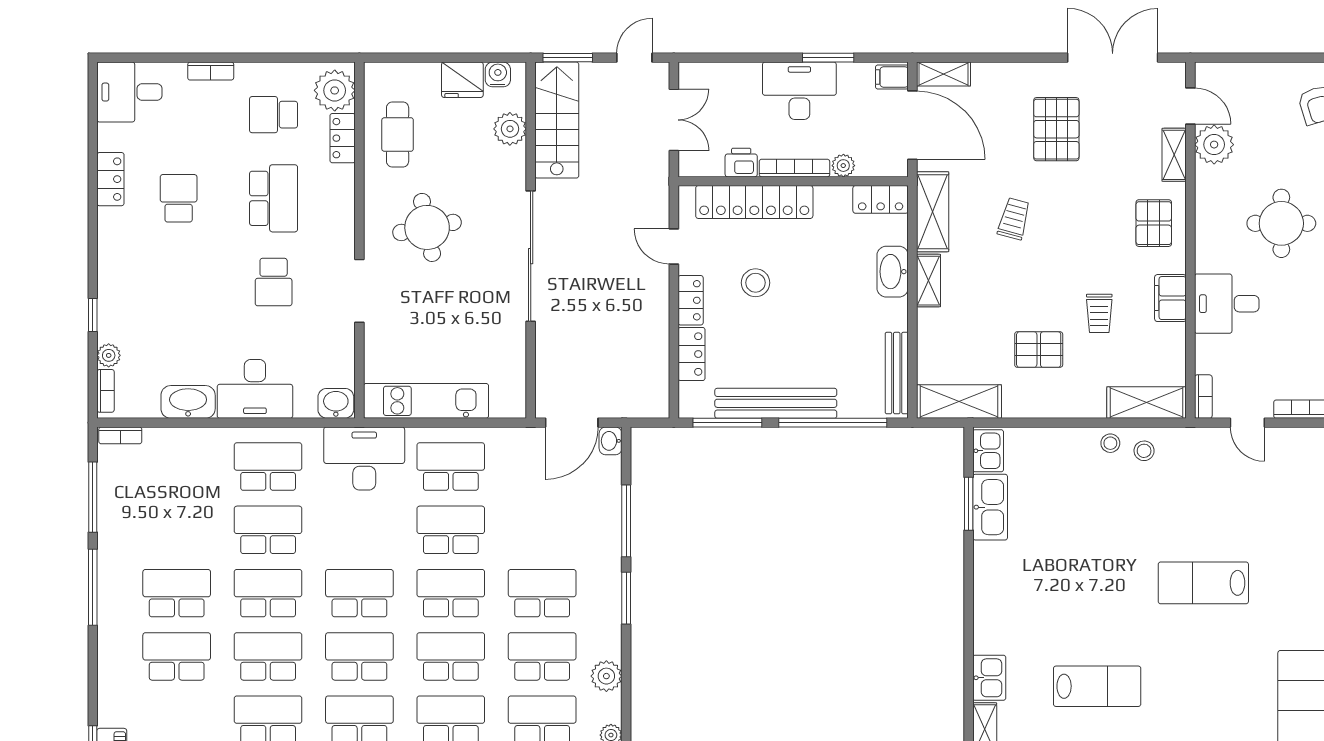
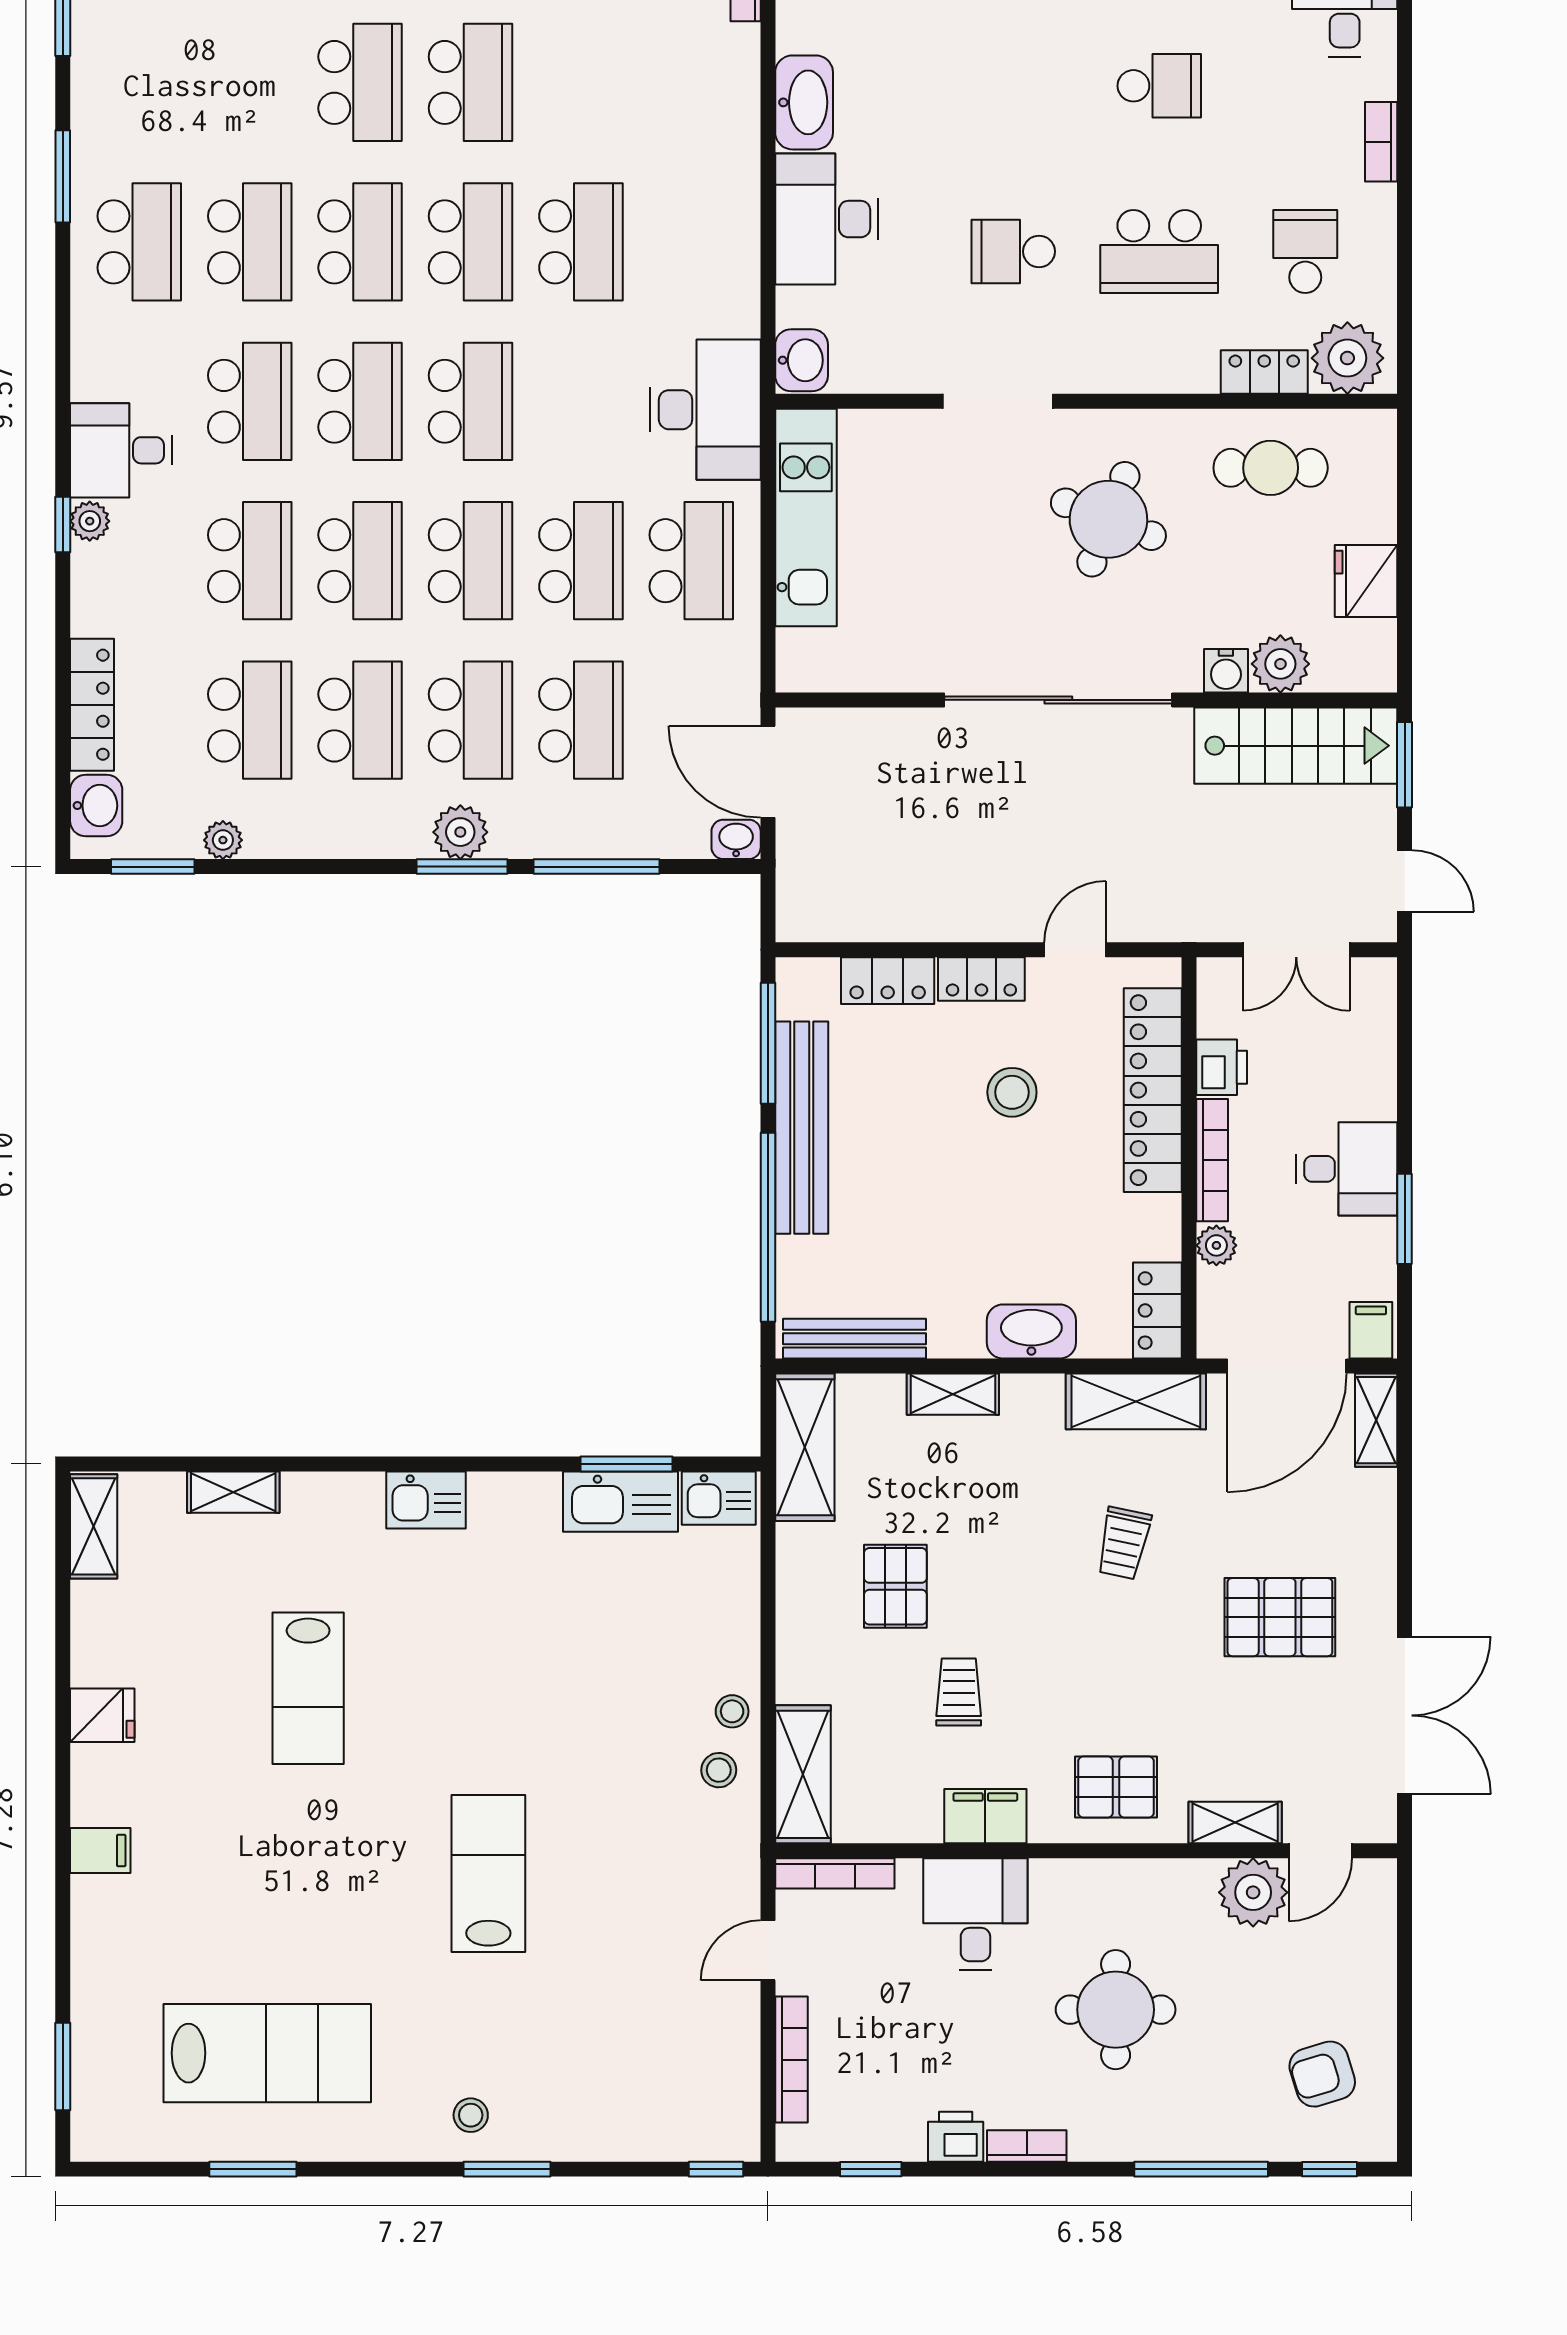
water cooler: (498, 74) -> (1226, 671), moved, turned 90
desk: (799, 91) -> (1347, 1169), width x0.73
trolley: (1014, 219) -> (1124, 1543), turned 87
round table: (427, 227) -> (1108, 519), turned 32
shelving: (929, 281) -> (953, 1394), moved
trolley: (1099, 313) -> (959, 1692), turned 90
bookcase: (1203, 397) -> (835, 1873), width x1.56
school desk: (268, 467) -> (581, 720), moved
plant: (606, 676) -> (460, 832), moved
kitchen sink: (989, 678) -> (426, 1500), moved

